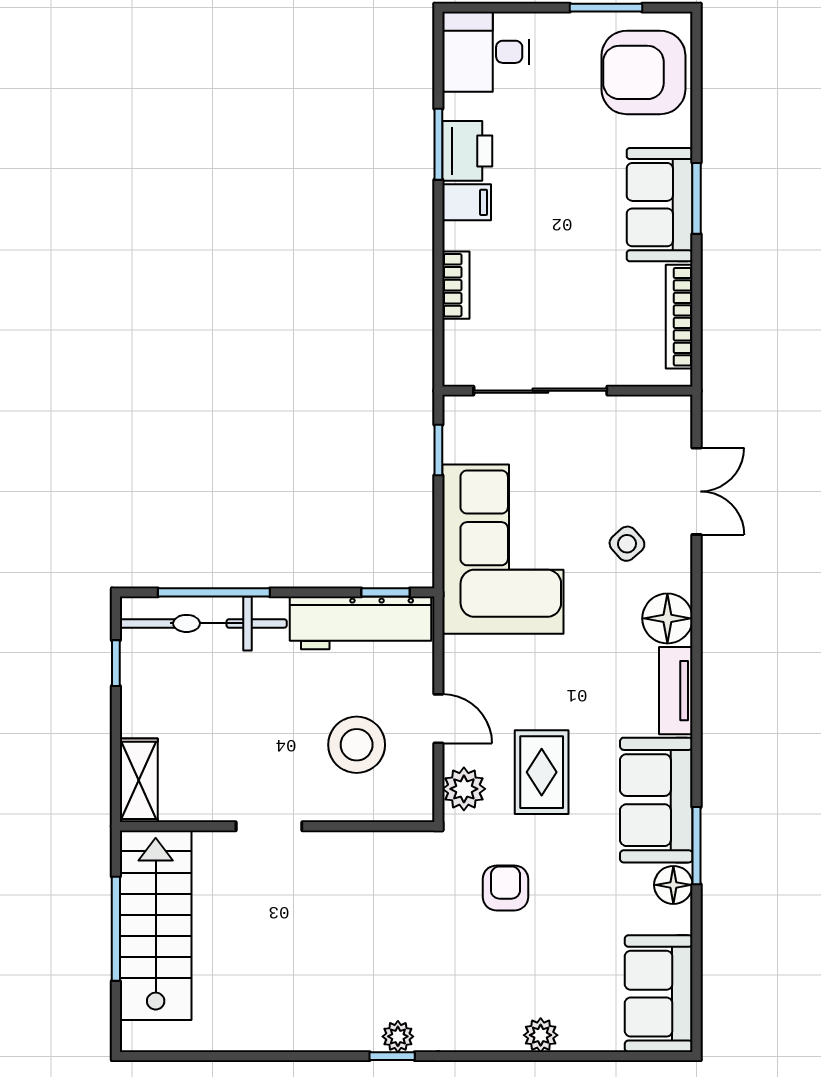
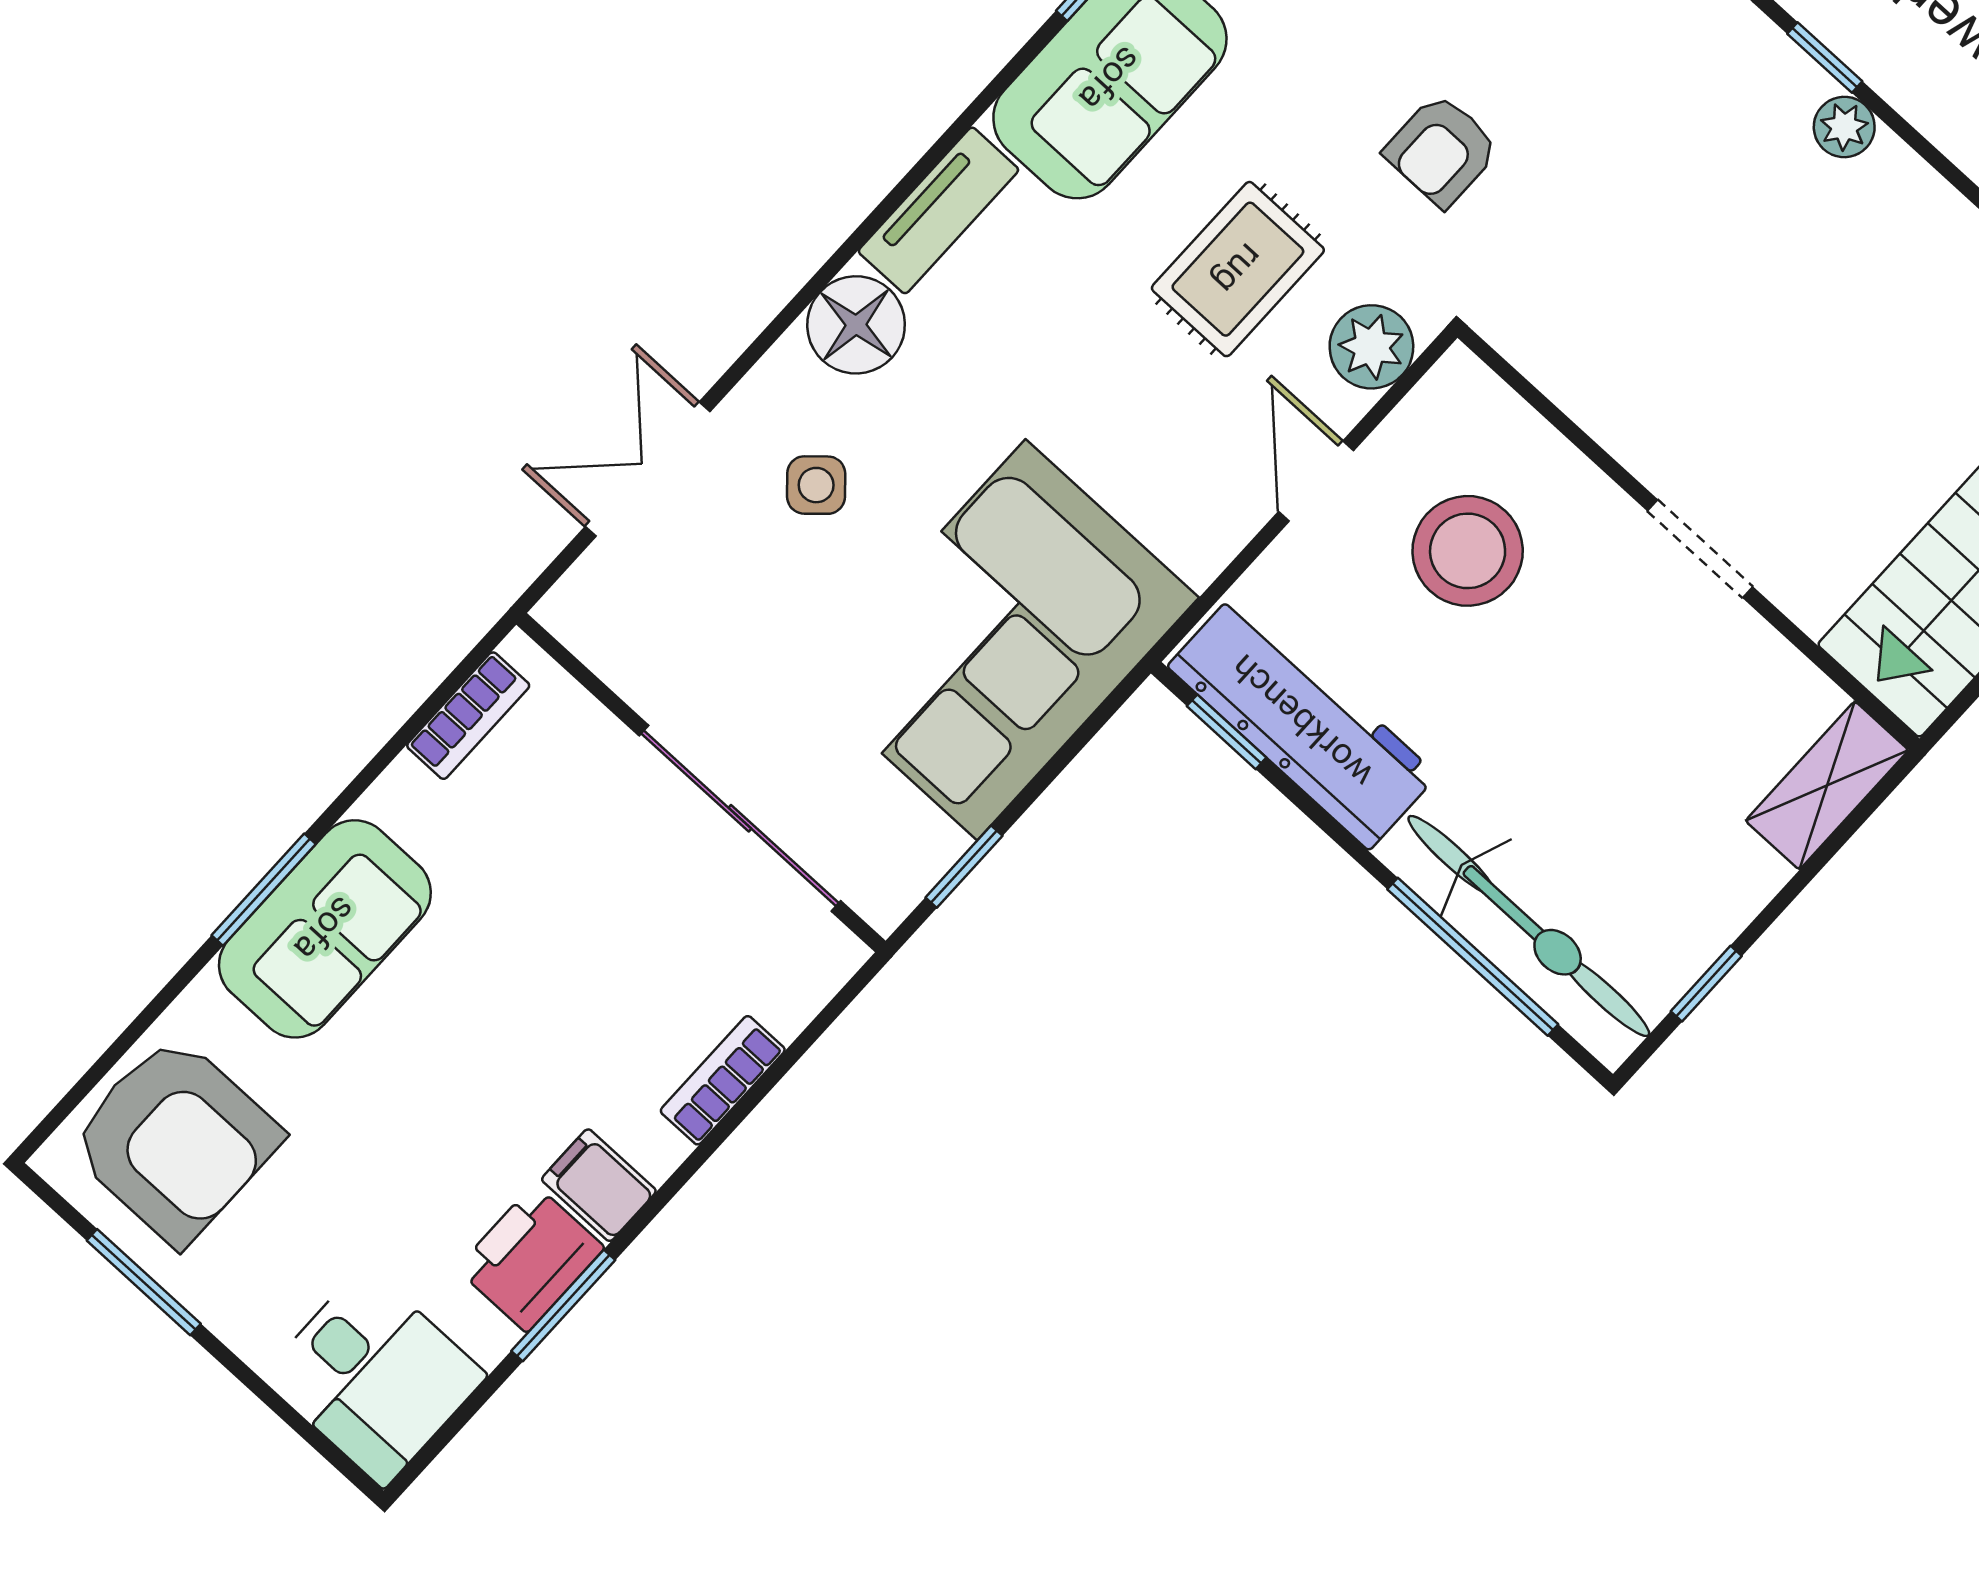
bookcase: (679, 317) -> (468, 716), width x0.64
plant: (398, 1036) -> (1844, 127), moved

